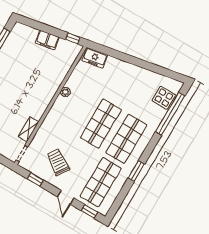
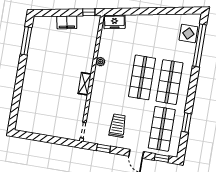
shelving: (29, 129) -> (85, 84), moved
trolley: (58, 162) -> (118, 126), turned 57
window: (136, 171) -> (187, 123), moved

